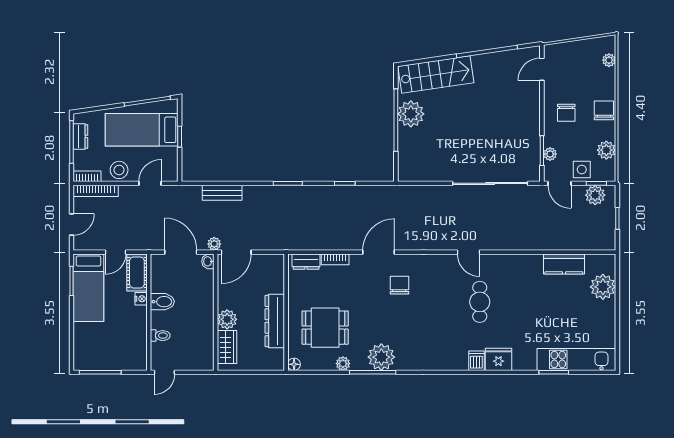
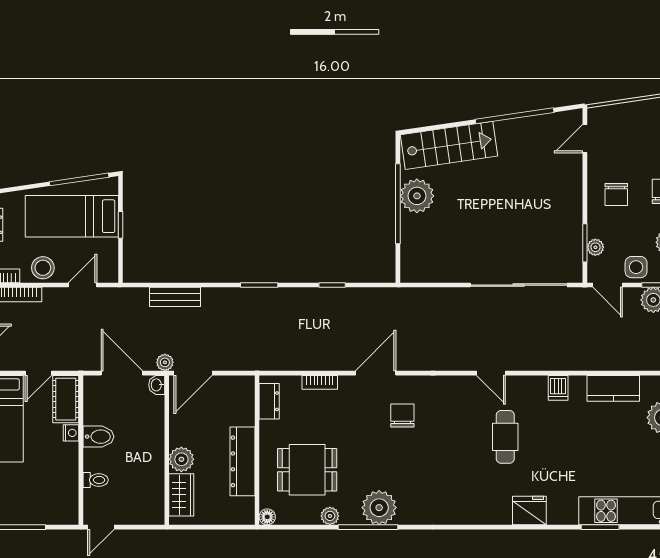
dresser: (306, 262) -> (269, 401), moved, turned -90
dishwasher: (476, 361) -> (558, 388), moved, turned 180

